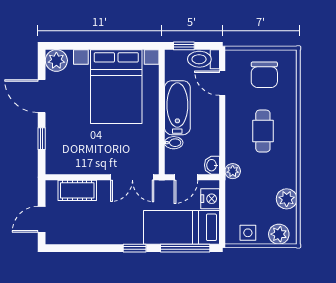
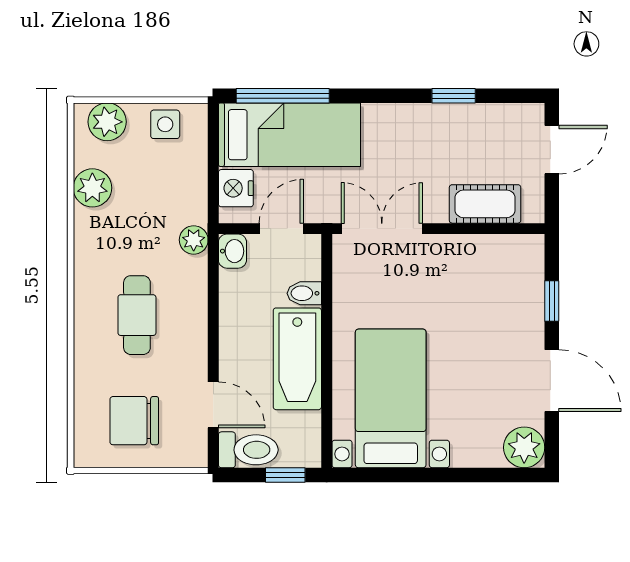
chair: (264, 75) -> (134, 421), turned -90
bed with nightstands: (116, 87) -> (391, 398), width x0.73
window: (135, 248) -> (454, 96), moved

